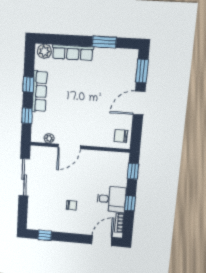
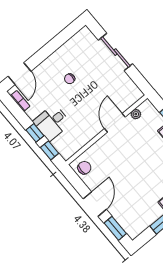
sliding door: (24, 177) -> (116, 52), moved
desk: (111, 199) -> (52, 122), moved
window: (130, 203) -> (35, 133), moved
window: (45, 235) -> (67, 34), removed

